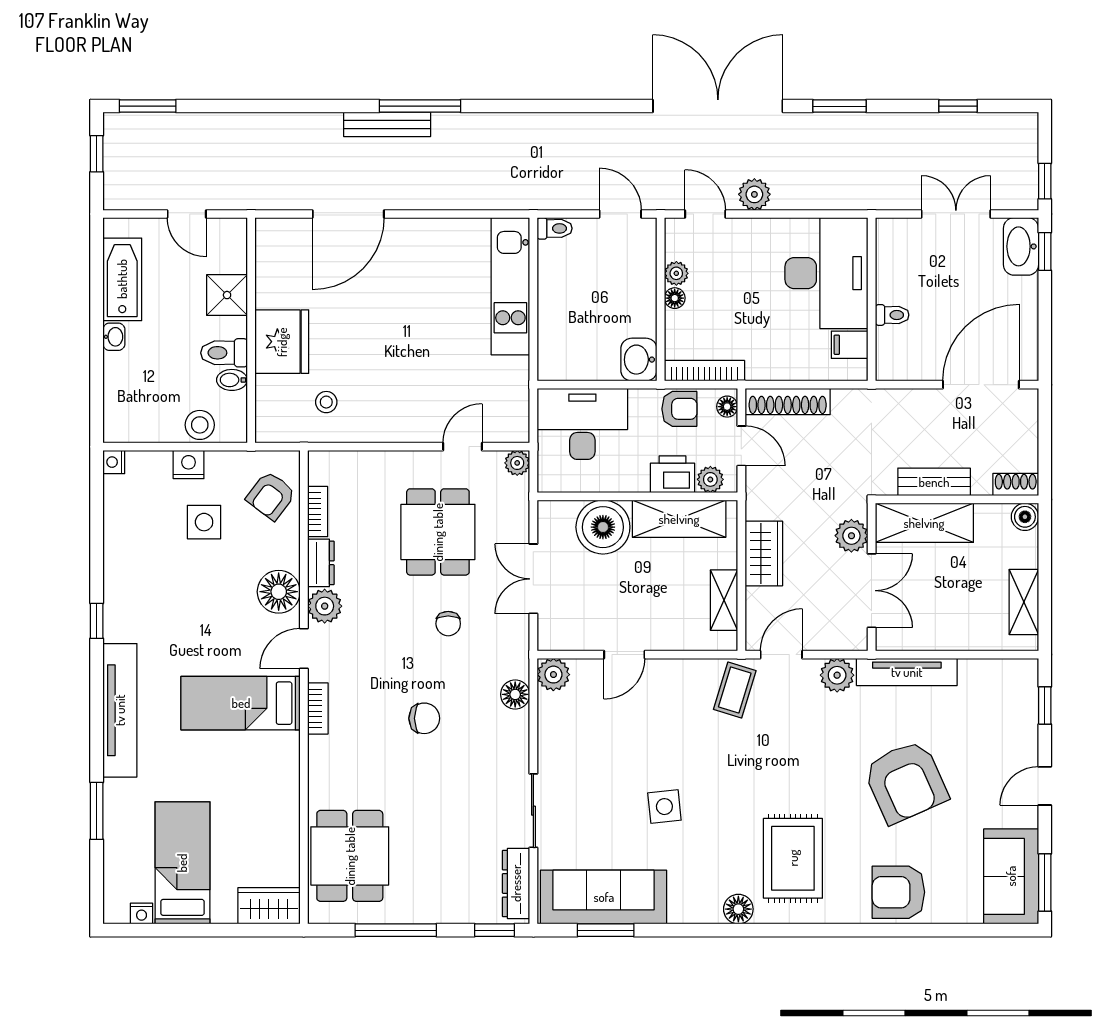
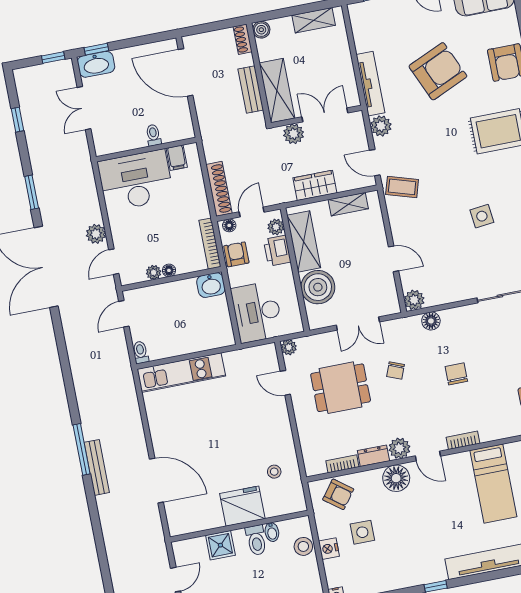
chair: (448, 624) -> (395, 370), turned 112
bed: (241, 703) -> (493, 484), moved

